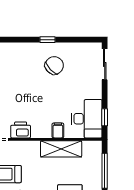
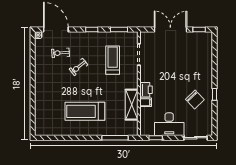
desk: (87, 119) -> (169, 124), moved
printer: (21, 130) -> (146, 90), moved

